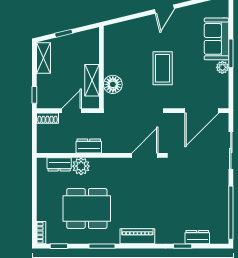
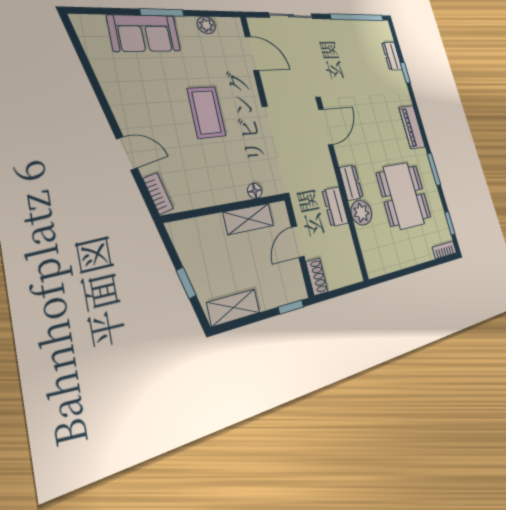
door: (164, 9) -> (127, 153), moved
bookcase: (116, 28) -> (158, 194), added
plant: (222, 67) -> (206, 25), moved
coffee table: (163, 68) -> (207, 112), turned 90
floor lamp: (113, 84) -> (255, 191), width x0.53, depth x0.53
door: (72, 111) -> (298, 242), hinge flipped
door: (202, 111) -> (252, 53), width x0.73
door: (145, 155) -> (326, 127), swing flipped
dresser: (59, 164) -> (351, 183), moved

